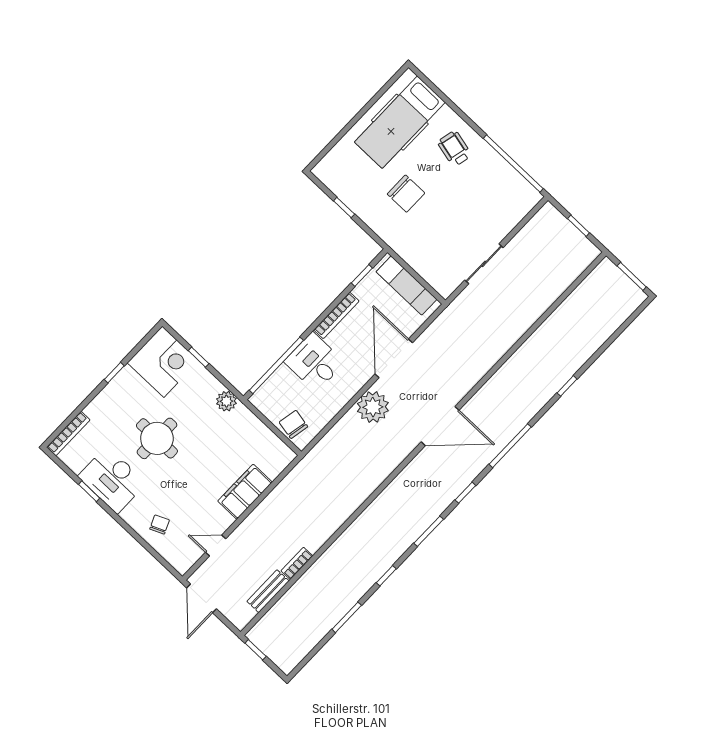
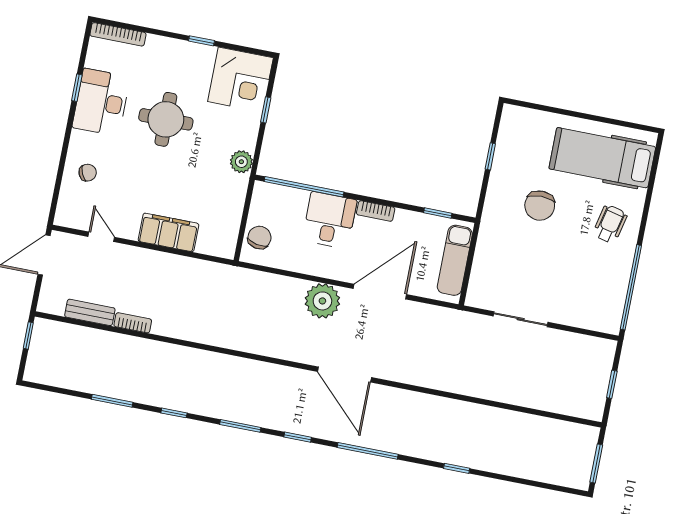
bookcase: (336, 315) -> (376, 211), width x0.64

